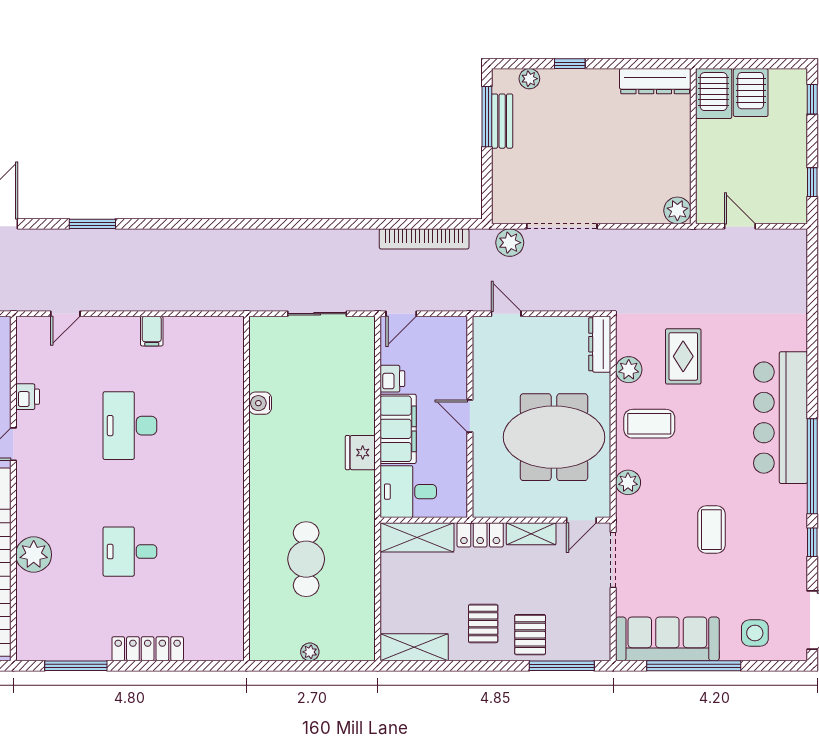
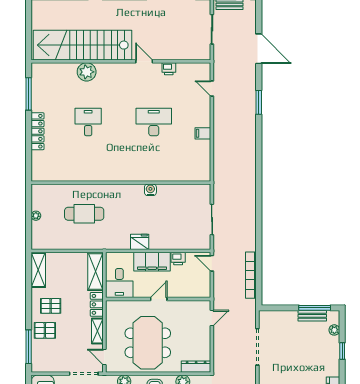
plant: (510, 243) -> (249, 320), removed
water cooler: (260, 403) -> (150, 190), moved
desk: (408, 492) -> (119, 283), moved, turned 180

